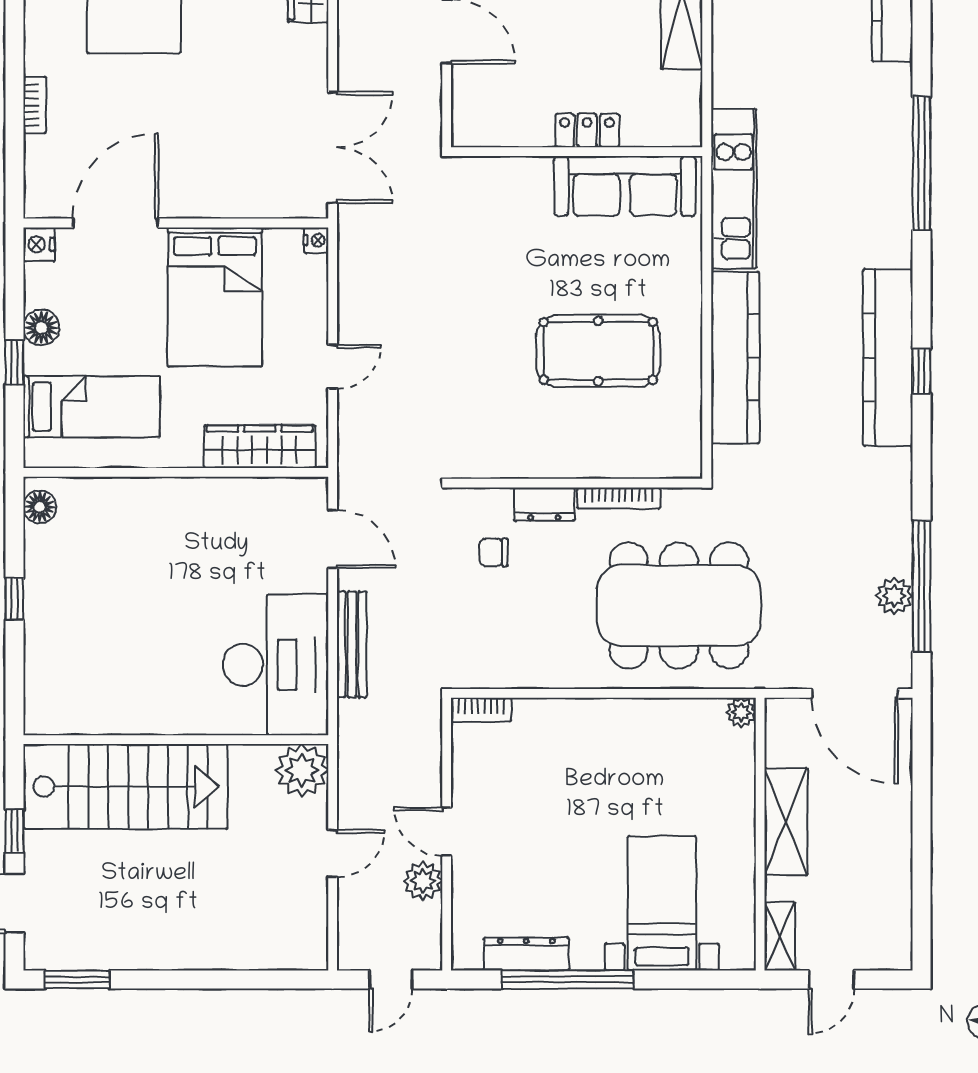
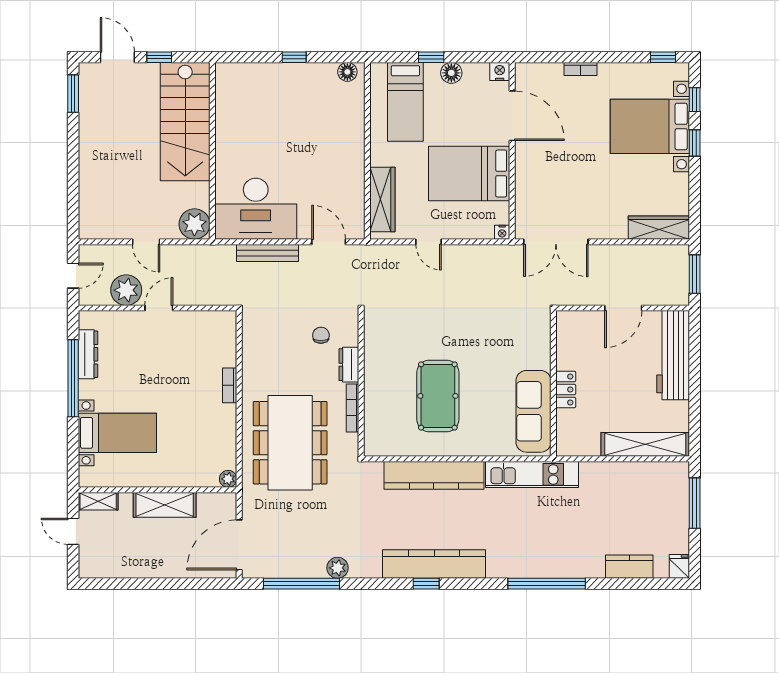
door: (333, 539) -> (329, 242), swing flipped
plant: (894, 596) -> (338, 568), moved
bookcase: (481, 710) -> (230, 385), moved
plant: (423, 881) -> (126, 290), width x1.36, depth x1.36
door: (391, 979) -> (73, 276), swing flipped

